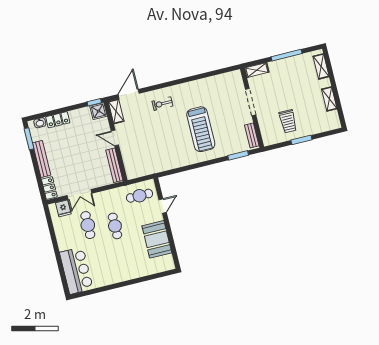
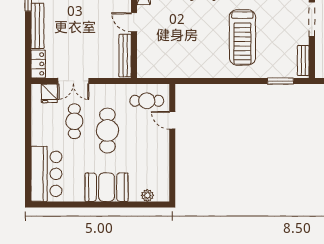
door: (163, 206) -> (172, 120), swing flipped
cafe table: (115, 226) -> (107, 131), width x1.37, depth x1.35
booth: (157, 239) -> (107, 187), moved, turned 90
plant: (158, 268) -> (147, 195), added

